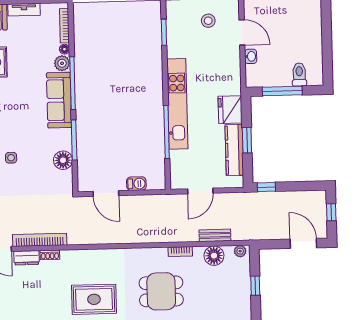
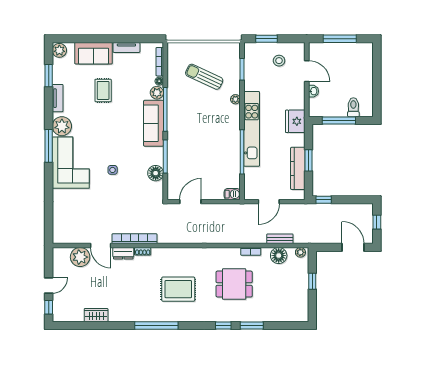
sun lounger: (119, 43) -> (204, 77), added
plant: (157, 69) -> (235, 99), added
fridge: (230, 110) -> (295, 121), moved
barbecue: (136, 184) -> (232, 194), moved
door: (106, 193) -> (190, 202), swing flipped

